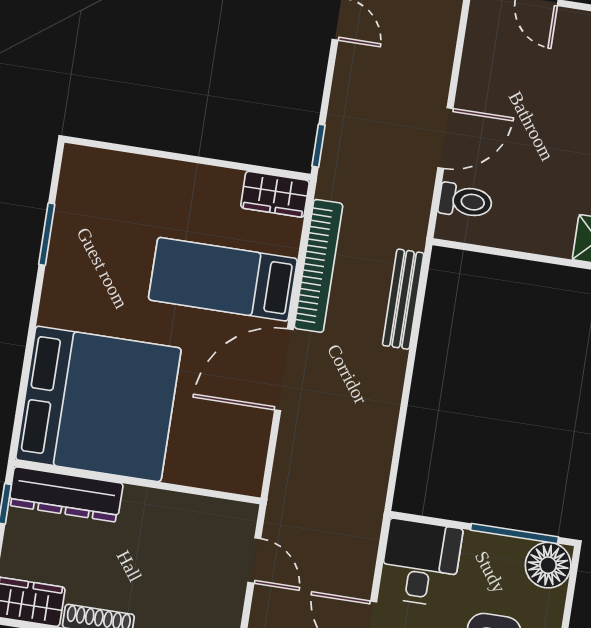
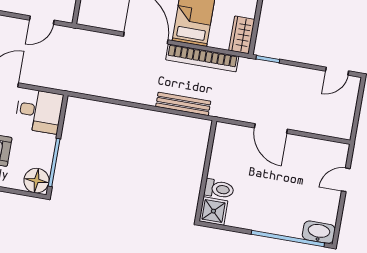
toilet: (465, 201) -> (219, 189), moved, turned -90

